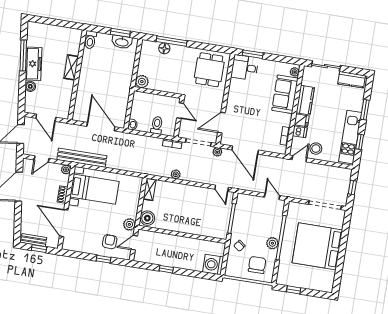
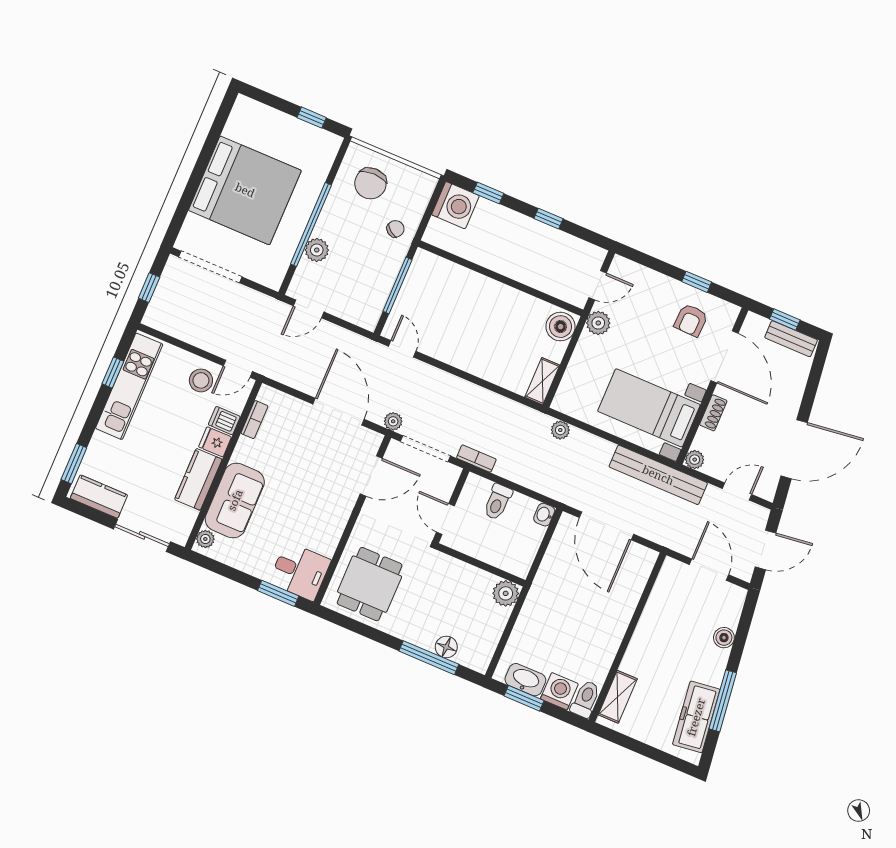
washing machine: (104, 40) -> (559, 691), added
freezer: (34, 64) -> (696, 717), moved
shelving: (71, 67) -> (618, 697), moved
window: (365, 110) -> (74, 464), moved
plant: (176, 174) -> (560, 430), moved
door: (272, 196) -> (309, 309), hinge flipped
armchair: (110, 242) -> (691, 320), moved
plant: (272, 243) -> (317, 250), moved
window: (103, 259) -> (697, 282), moved
window: (199, 274) -> (488, 193), added

